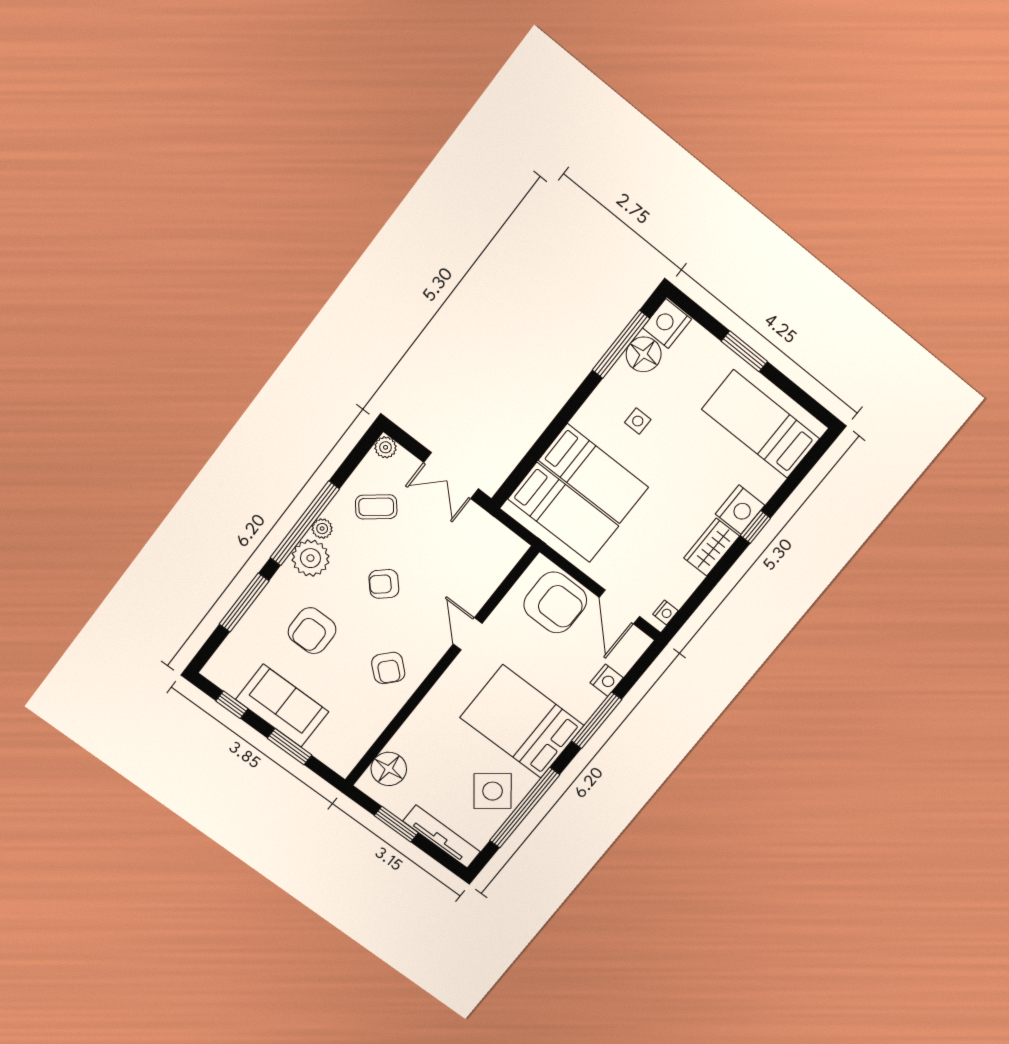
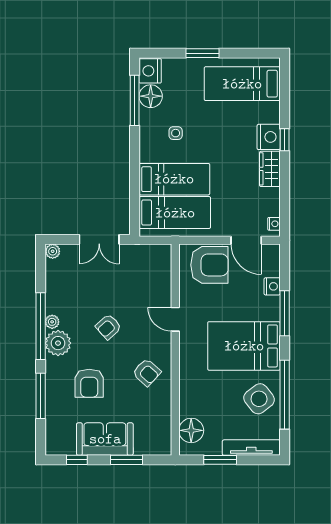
coffee table: (376, 507) -> (72, 287), removed

